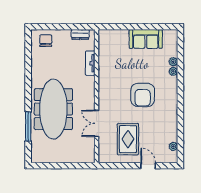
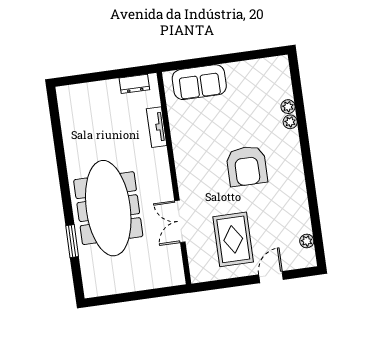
sofa: (146, 39) -> (199, 82), moved
chair: (46, 41) -> (81, 101), removed
window: (28, 126) -> (72, 241), width x0.69
door: (148, 166) -> (271, 277), hinge flipped

